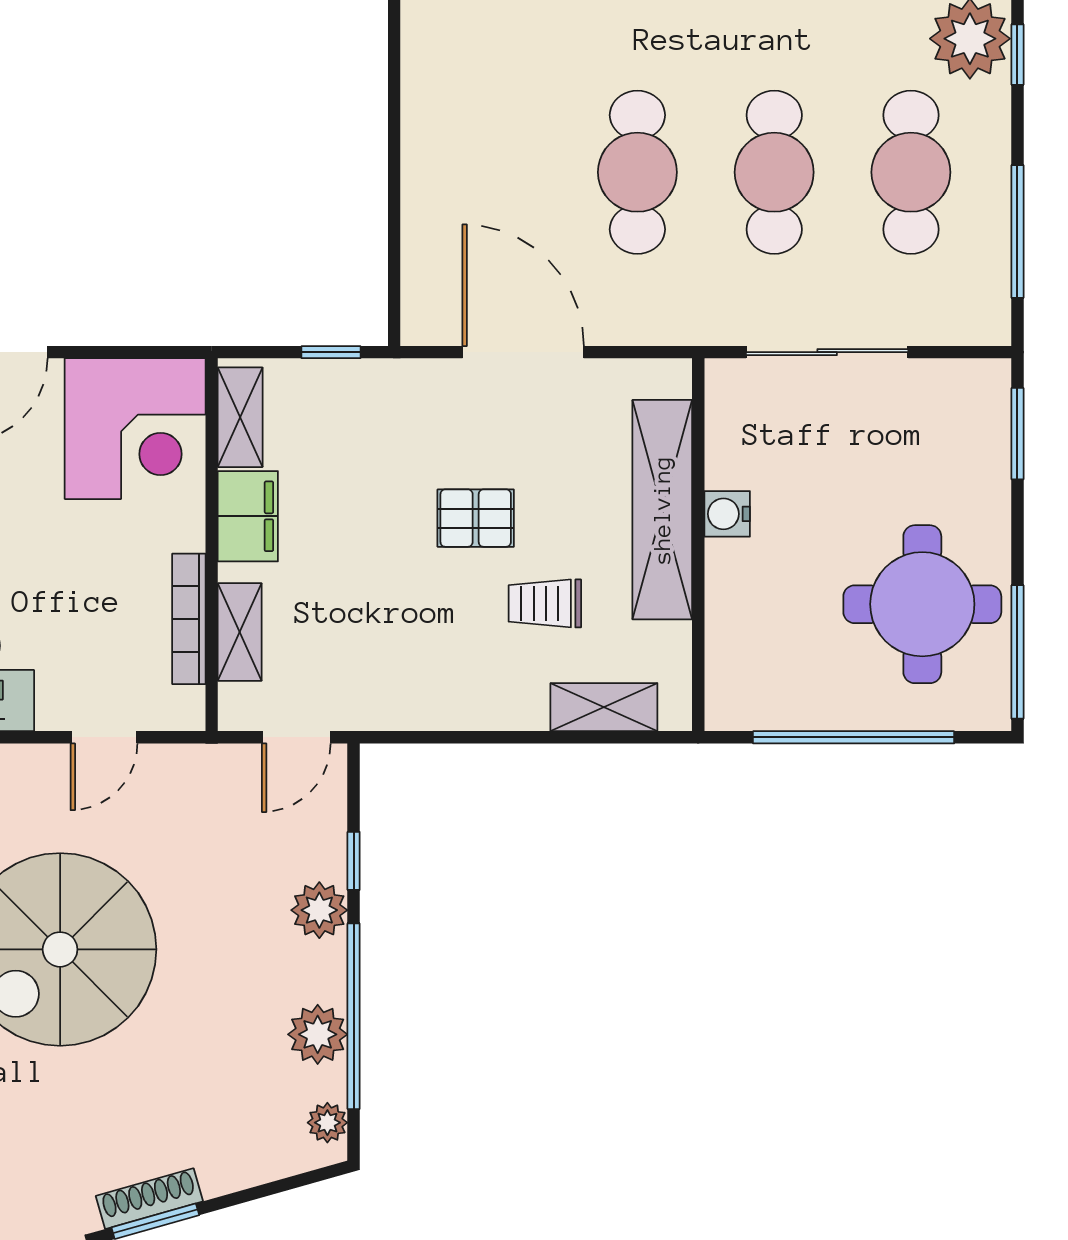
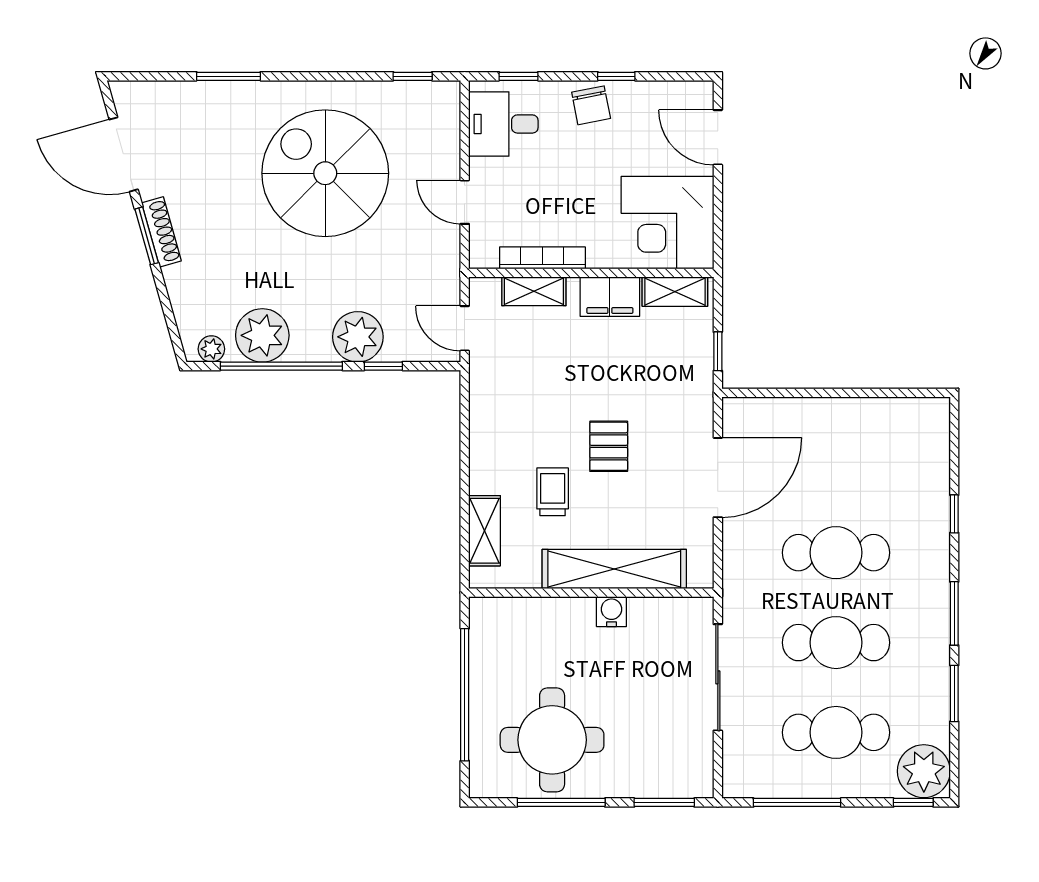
window: (1017, 652) -> (561, 802), moved
plant: (319, 910) -> (358, 337), width x1.36, depth x1.36
plant: (318, 1034) -> (262, 335), width x1.36, depth x1.36

